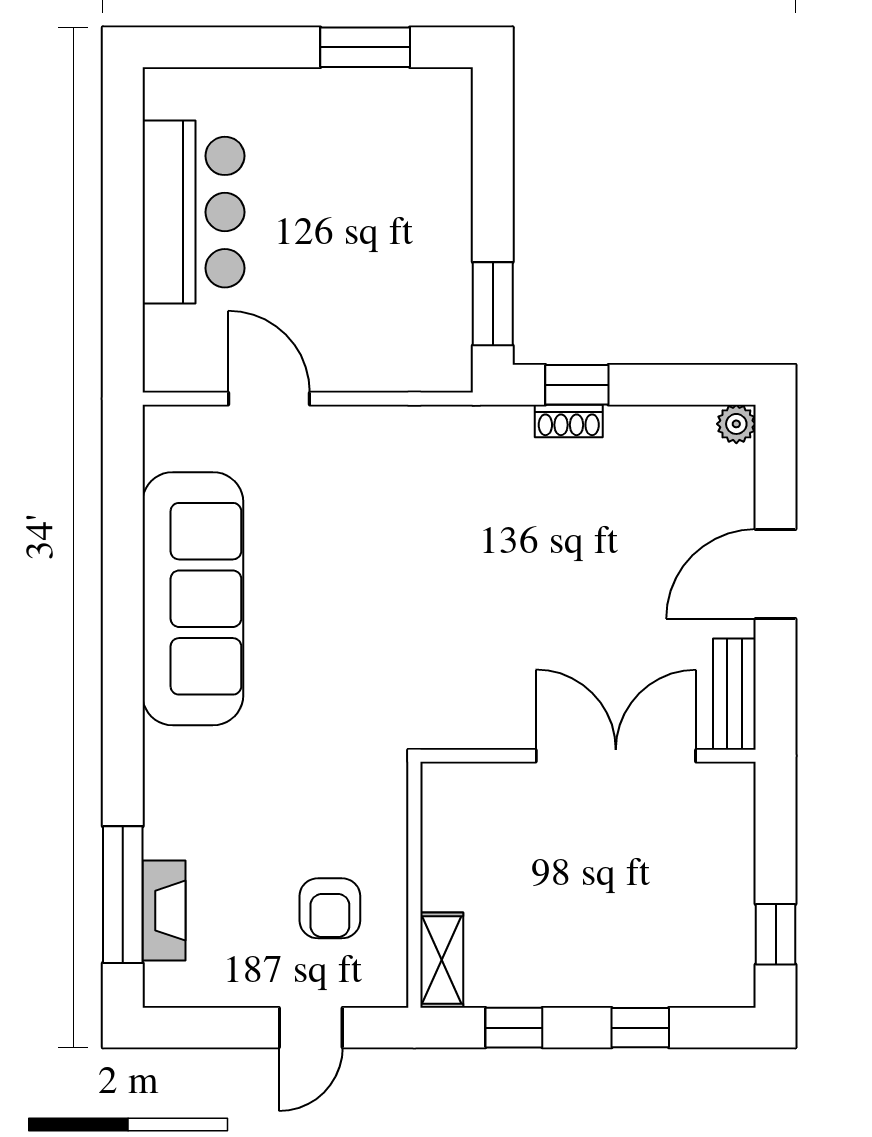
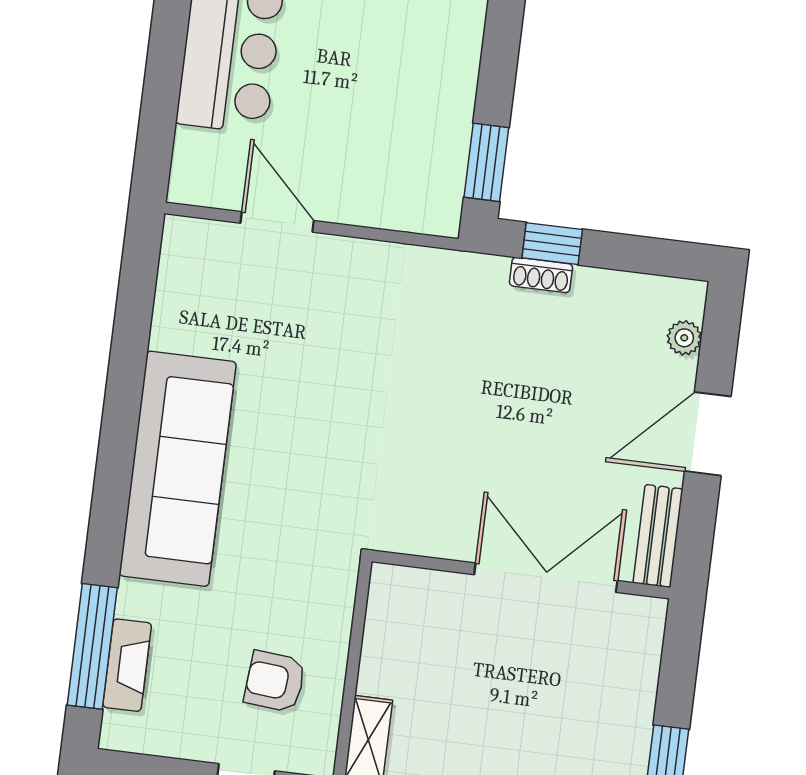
plant: (736, 424) -> (684, 338), moved
sofa: (193, 599) -> (178, 469), moved
armchair: (330, 908) -> (275, 681), turned 95

